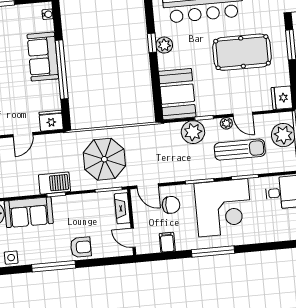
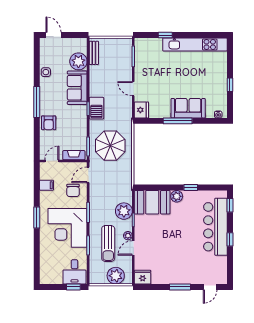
plant: (164, 45) -> (177, 196), moved
pool table: (242, 52) -> (178, 252), removed
window: (62, 70) -> (178, 121), width x0.68
window: (213, 252) -> (37, 217), width x0.69

